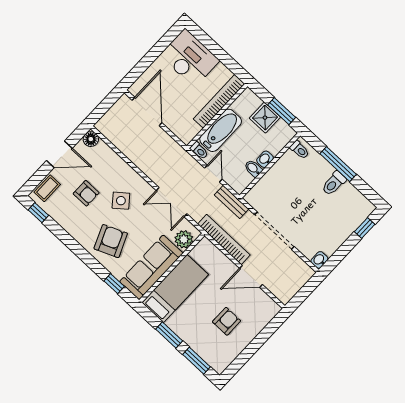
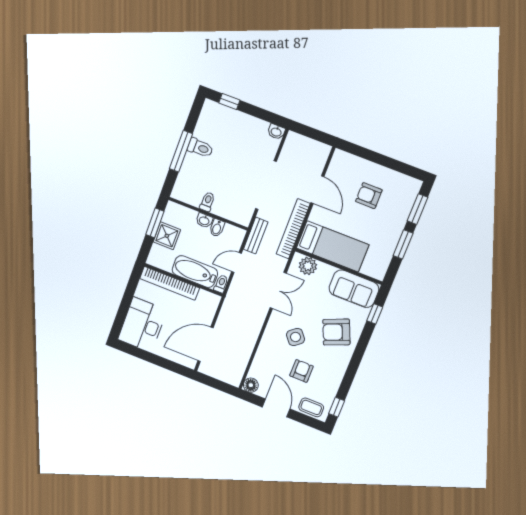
toilet: (300, 150) -> (207, 202), moved
sofa: (151, 267) -> (354, 289), width x0.73
bed: (175, 289) -> (333, 246), moved, turned 180

